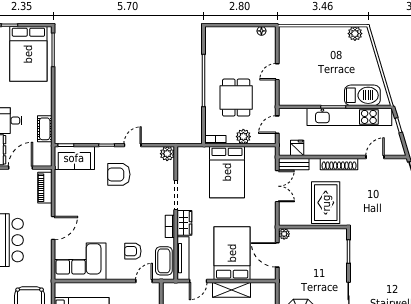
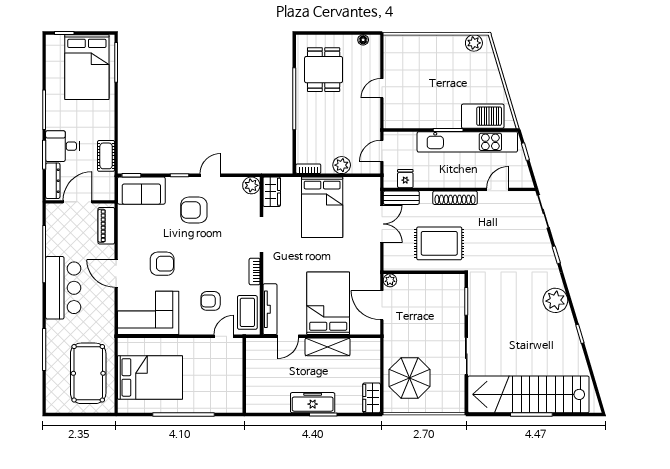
dining table: (236, 98) -> (324, 70), moved
rug: (326, 203) -> (439, 243), turned 90
armchair: (92, 220) -> (162, 264), added
wardrobe: (184, 223) -> (272, 192), moved
door: (53, 228) -> (116, 273), swing flipped

